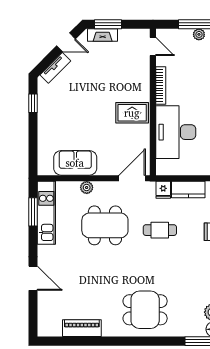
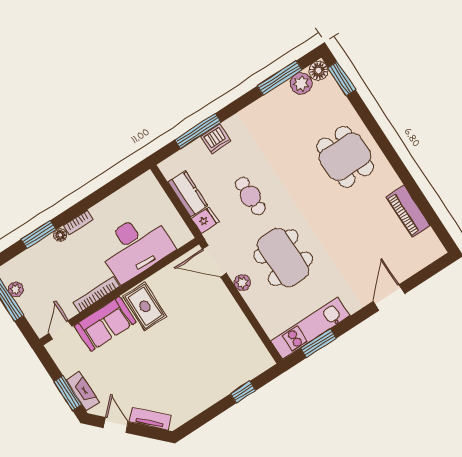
window: (33, 103) -> (243, 392), moved
sofa: (75, 163) -> (105, 324), moved, turned -90
plant: (87, 188) -> (242, 283), moved

